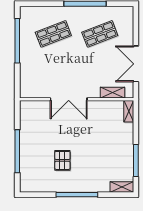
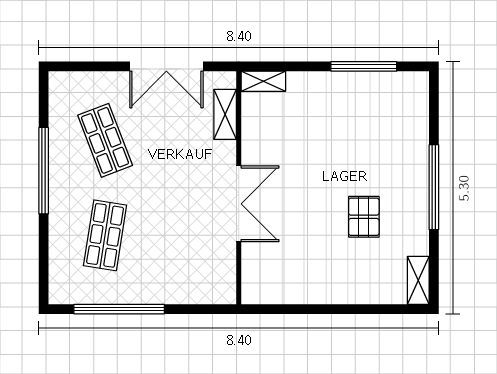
shop shelf: (53, 34) -> (105, 235), turned 30
window: (17, 151) -> (345, 309), removed
pallet: (62, 160) -> (364, 217), turned 90
shelving: (122, 187) -> (418, 280), moved

